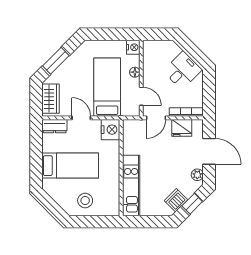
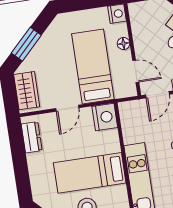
door: (81, 118) -> (67, 108), swing flipped
dresser: (55, 126) -> (32, 137), moved, turned -90
bed: (70, 166) -> (90, 173), moved, turned 180

